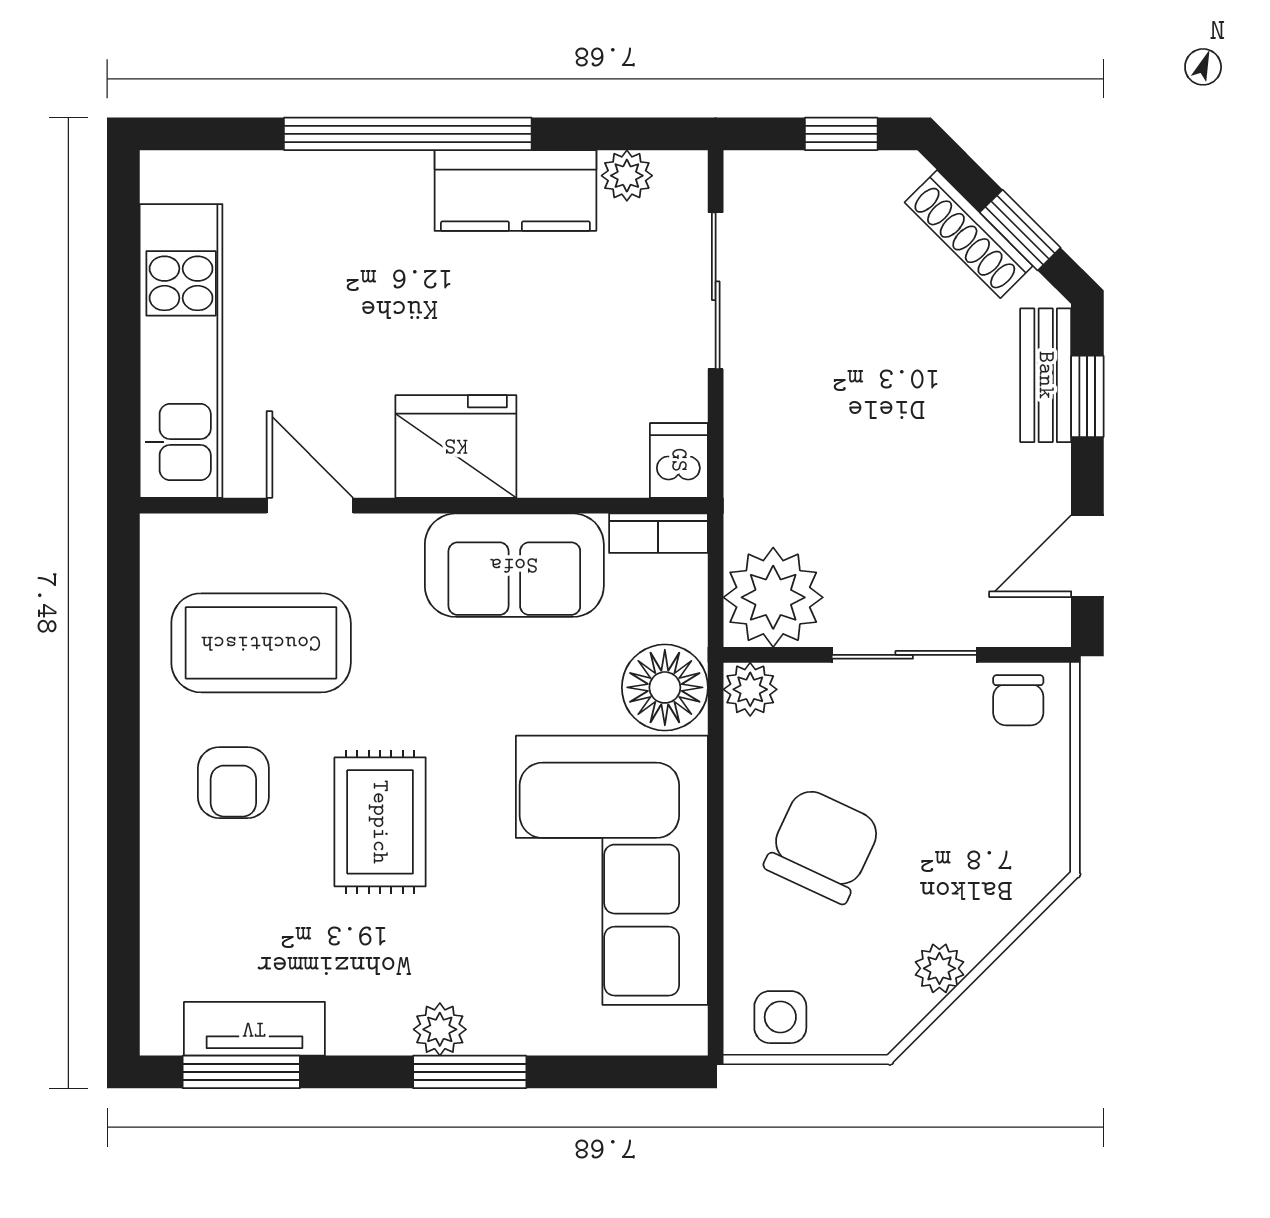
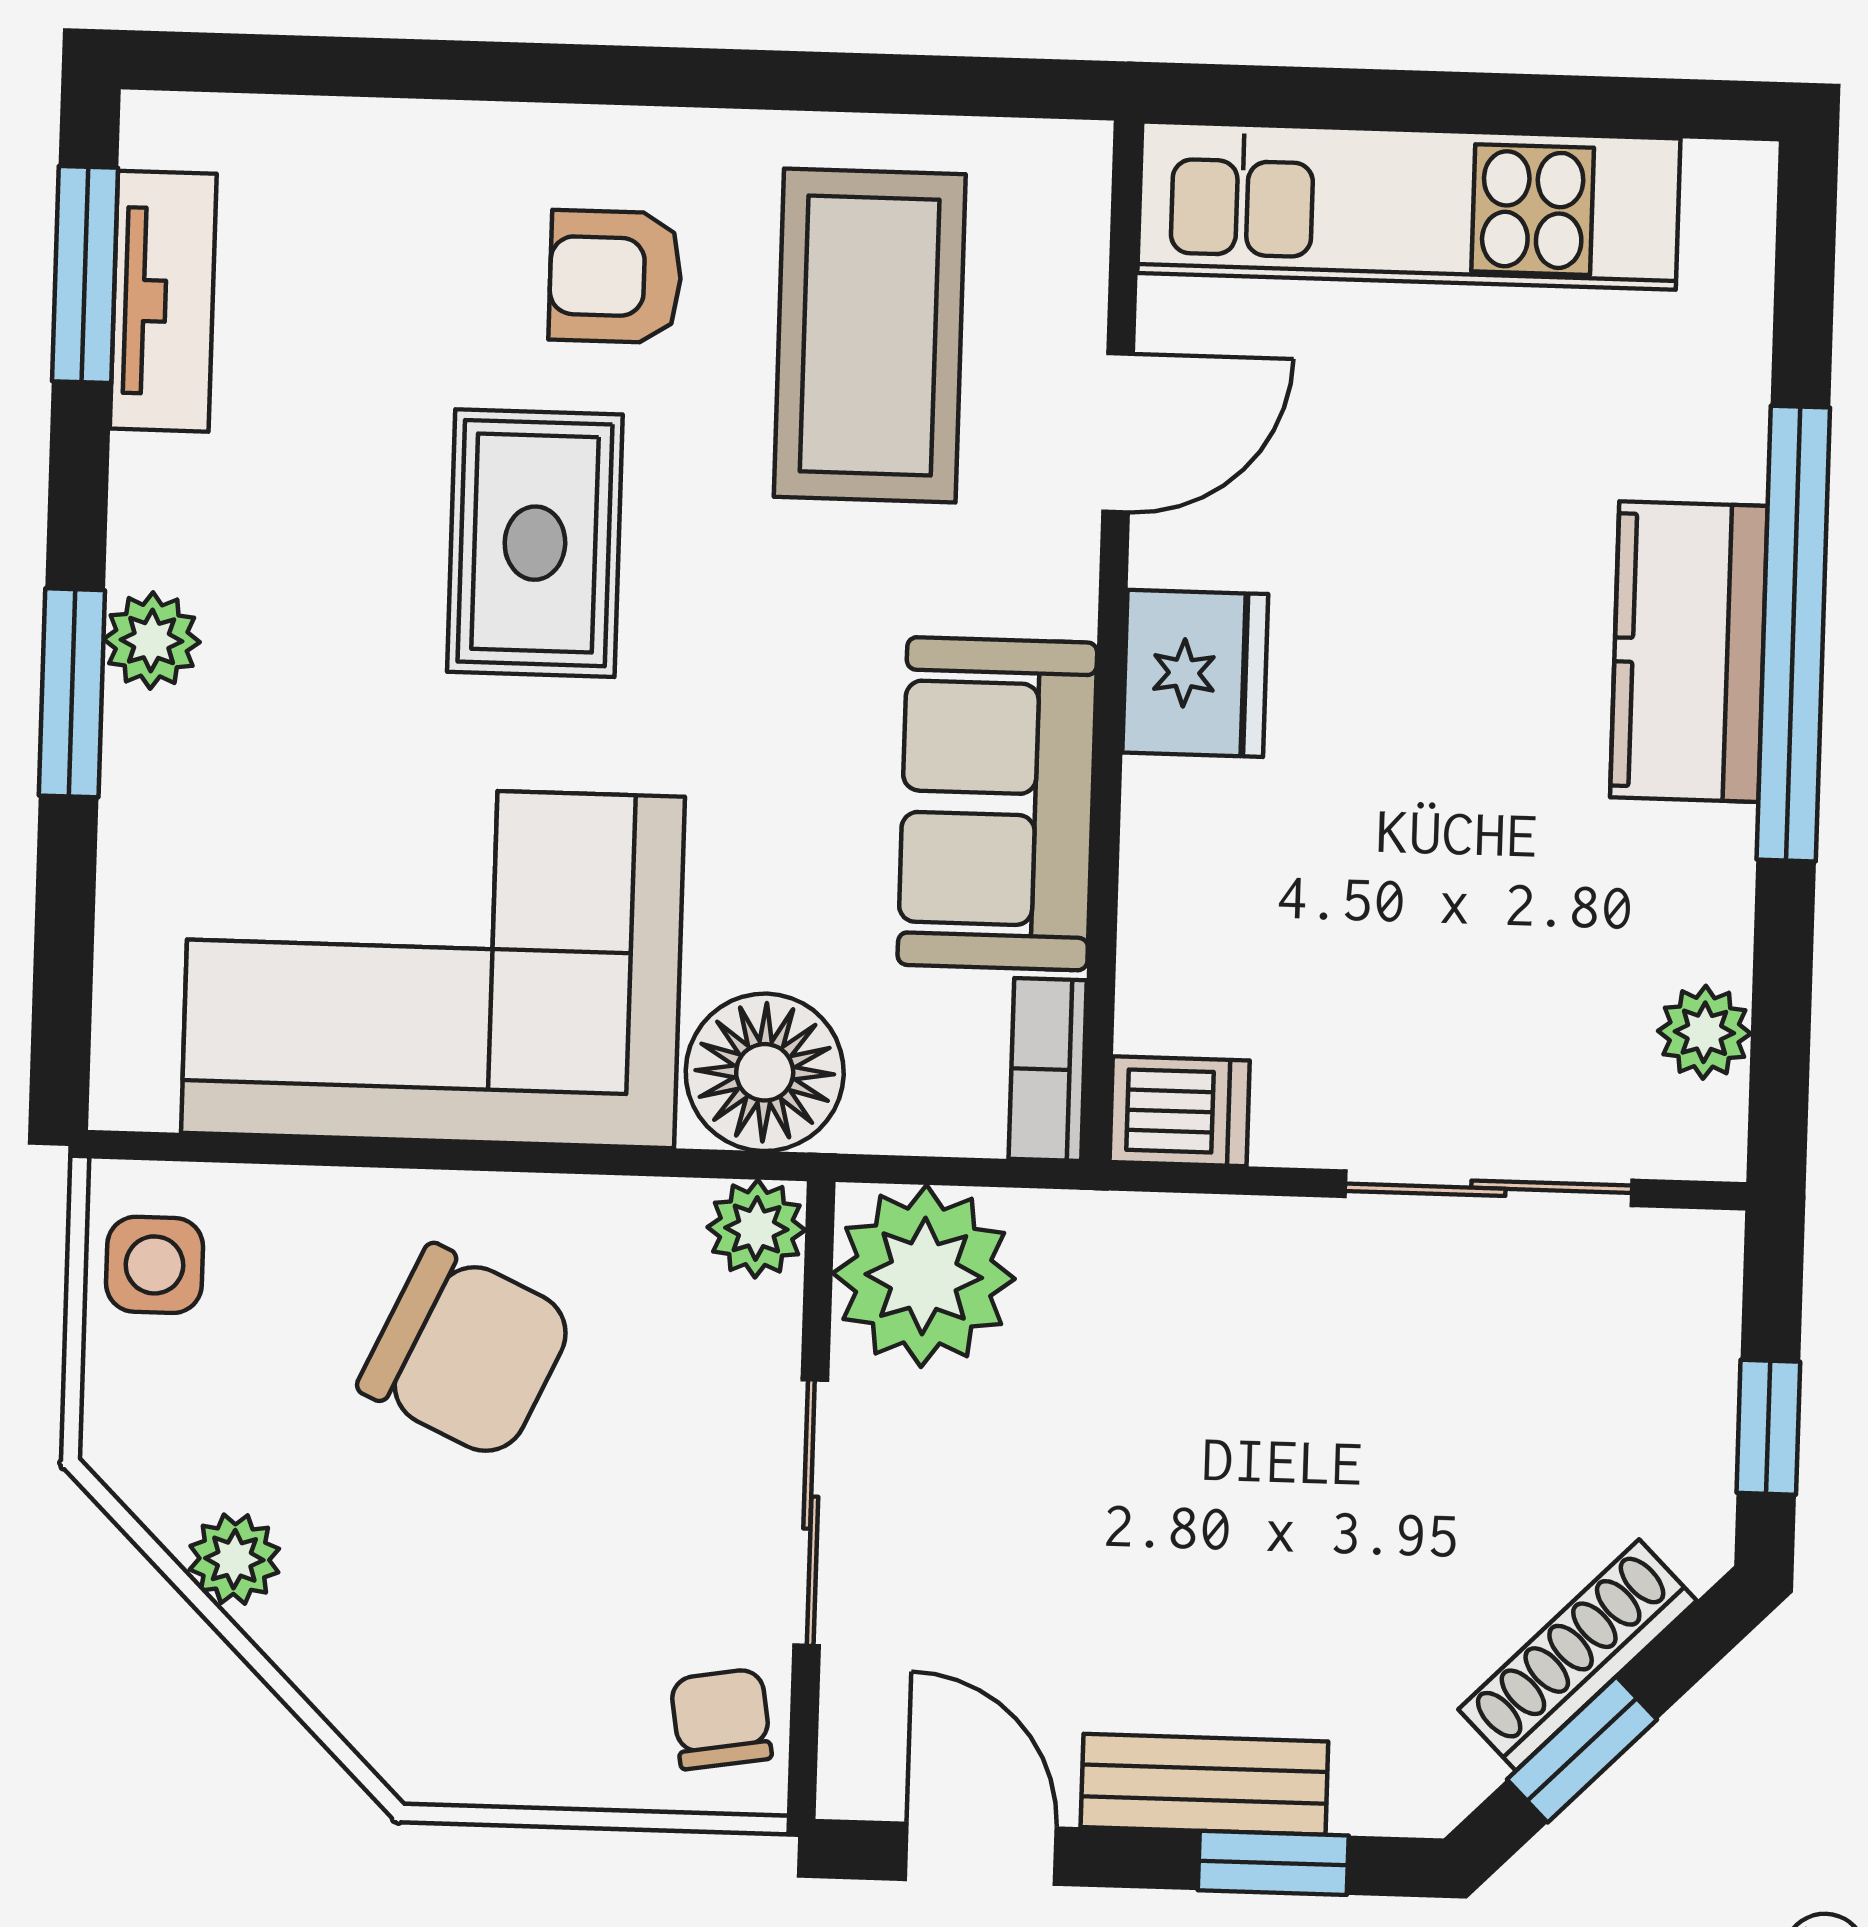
kitchen counter: (515, 191) -> (1689, 652), moved
bench: (1046, 375) -> (1204, 1784), moved
fridge: (456, 446) -> (1195, 673), width x0.73, depth x0.75
chair: (1018, 700) -> (721, 1719), turned 81
rug: (380, 822) -> (535, 543), turned 90

